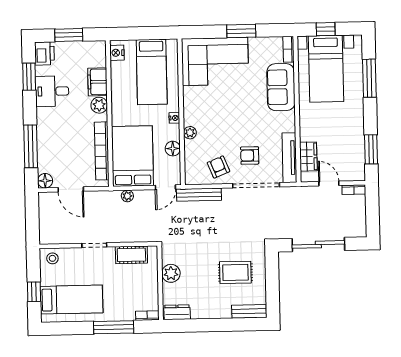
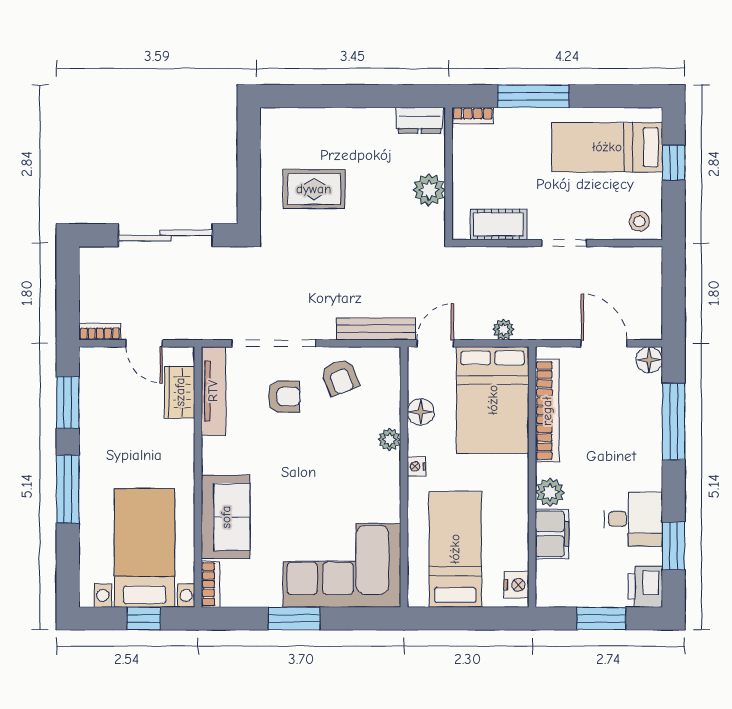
window: (369, 78) -> (68, 489), moved
bench: (249, 311) -> (291, 119), removed

